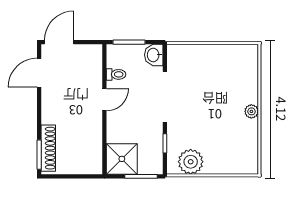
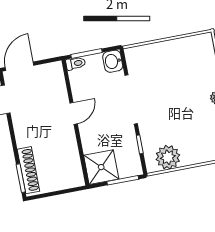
toilet: (116, 74) -> (76, 63), moved

